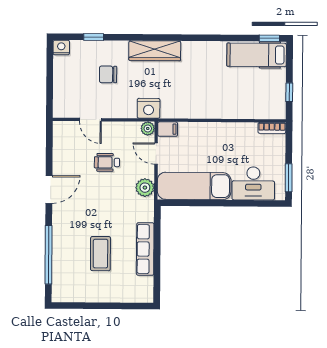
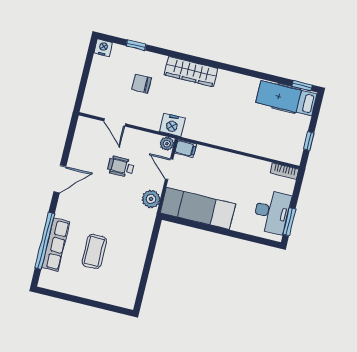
desk: (253, 183) -> (272, 212), moved, turned -90
row of seats: (145, 249) -> (56, 245), moved, turned 180

